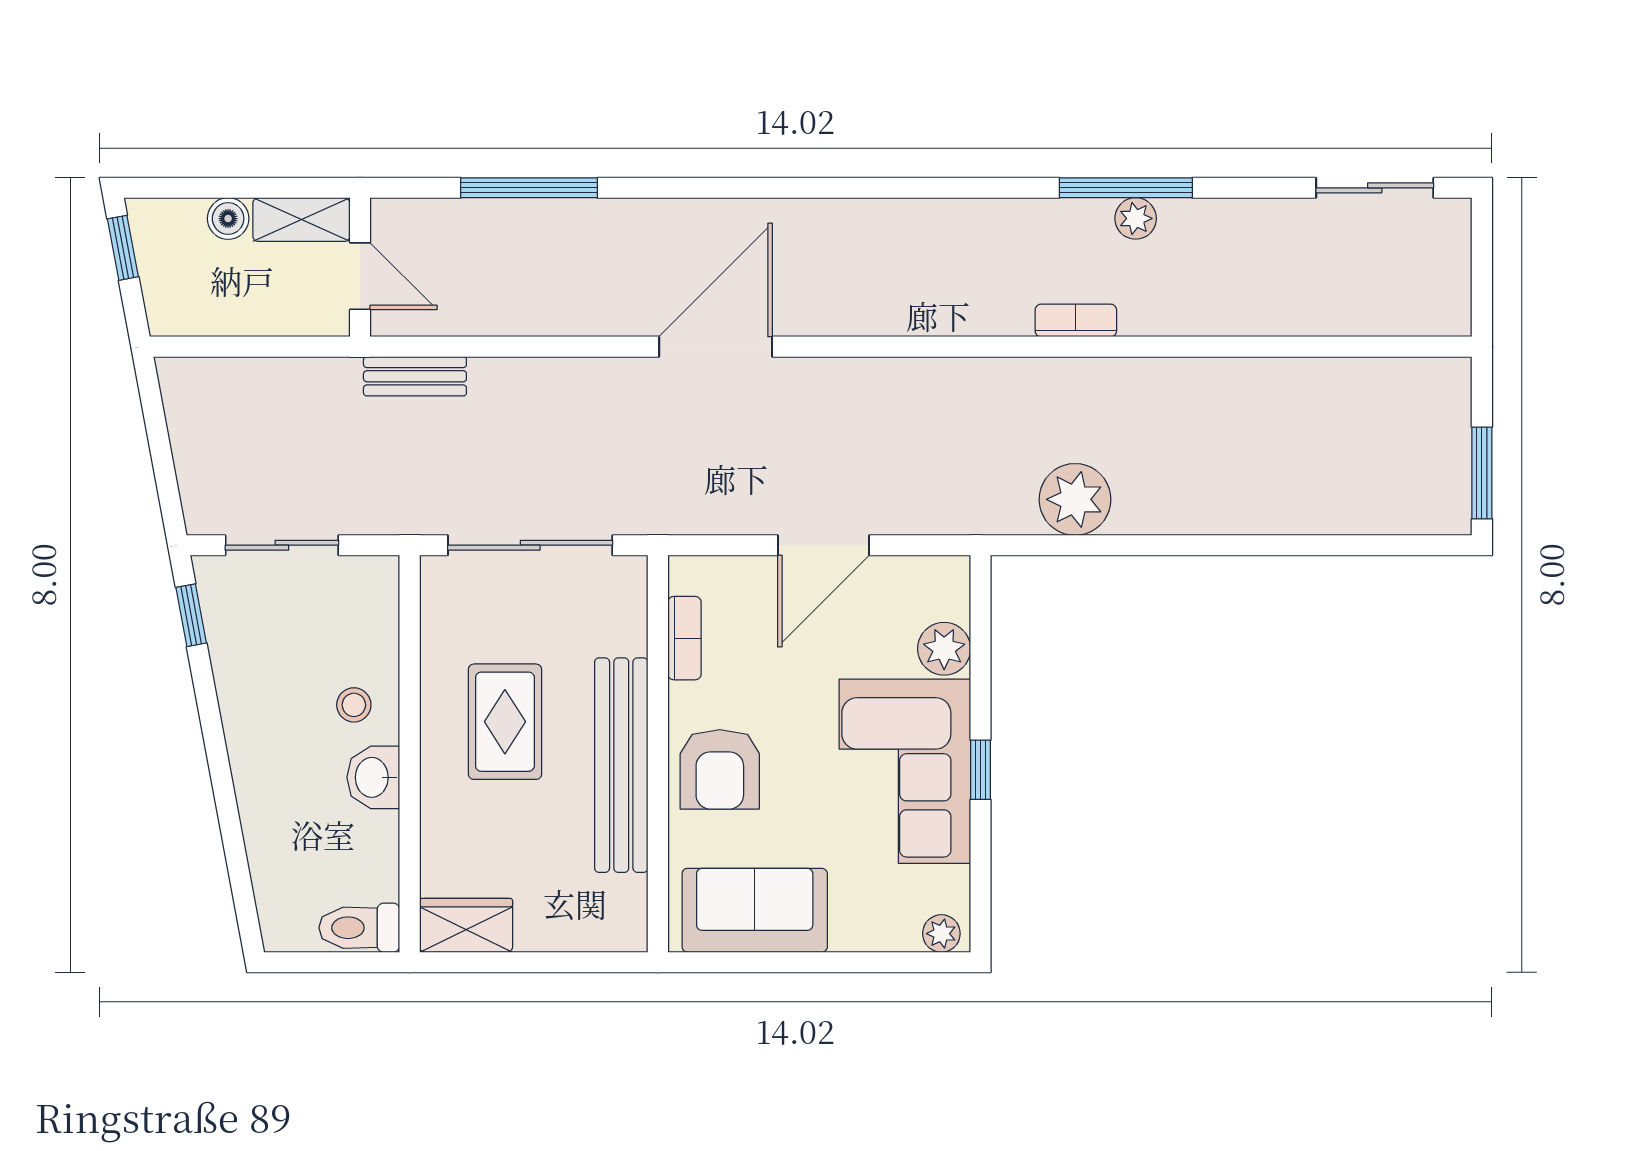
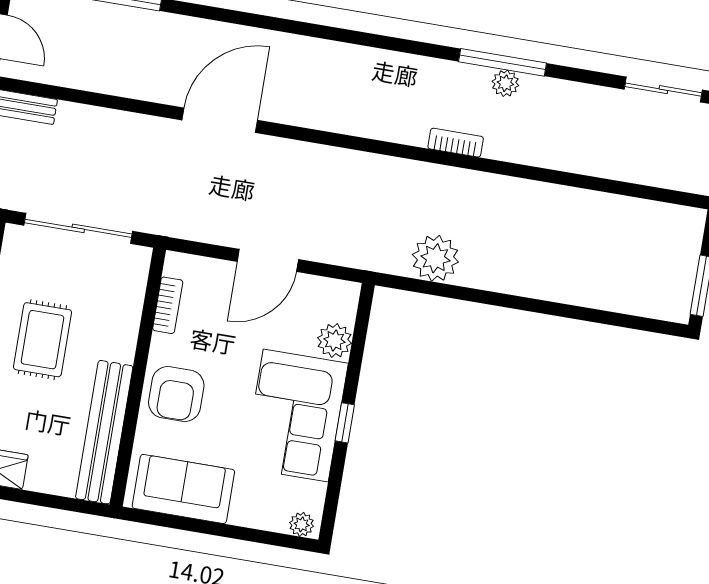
bench: (621, 765) -> (104, 432), moved

